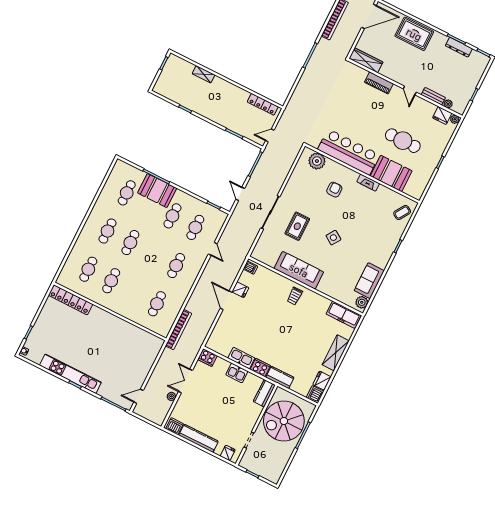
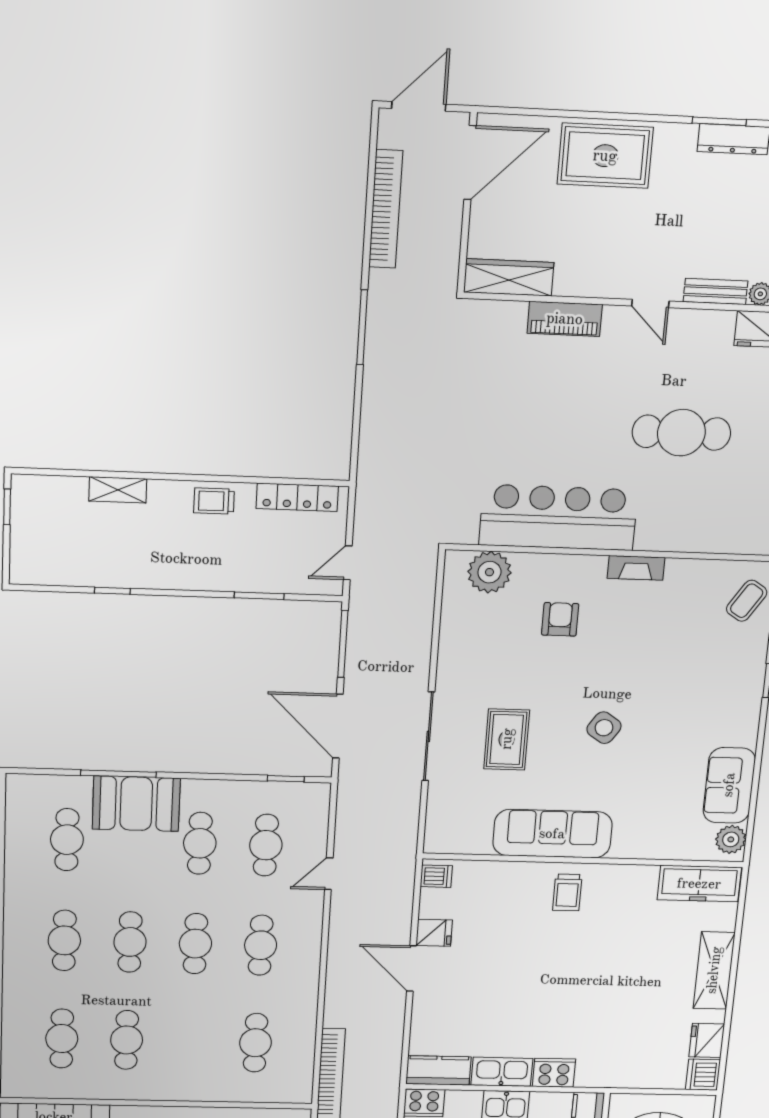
trolley: (234, 93) -> (214, 501), added
booth: (391, 173) -> (684, 522), removed
door: (240, 194) -> (338, 726), width x1.87
door: (213, 249) -> (329, 874), swing flipped
cafe table: (153, 254) -> (195, 944), added
kitchen counter: (280, 377) -> (438, 1070), moved

